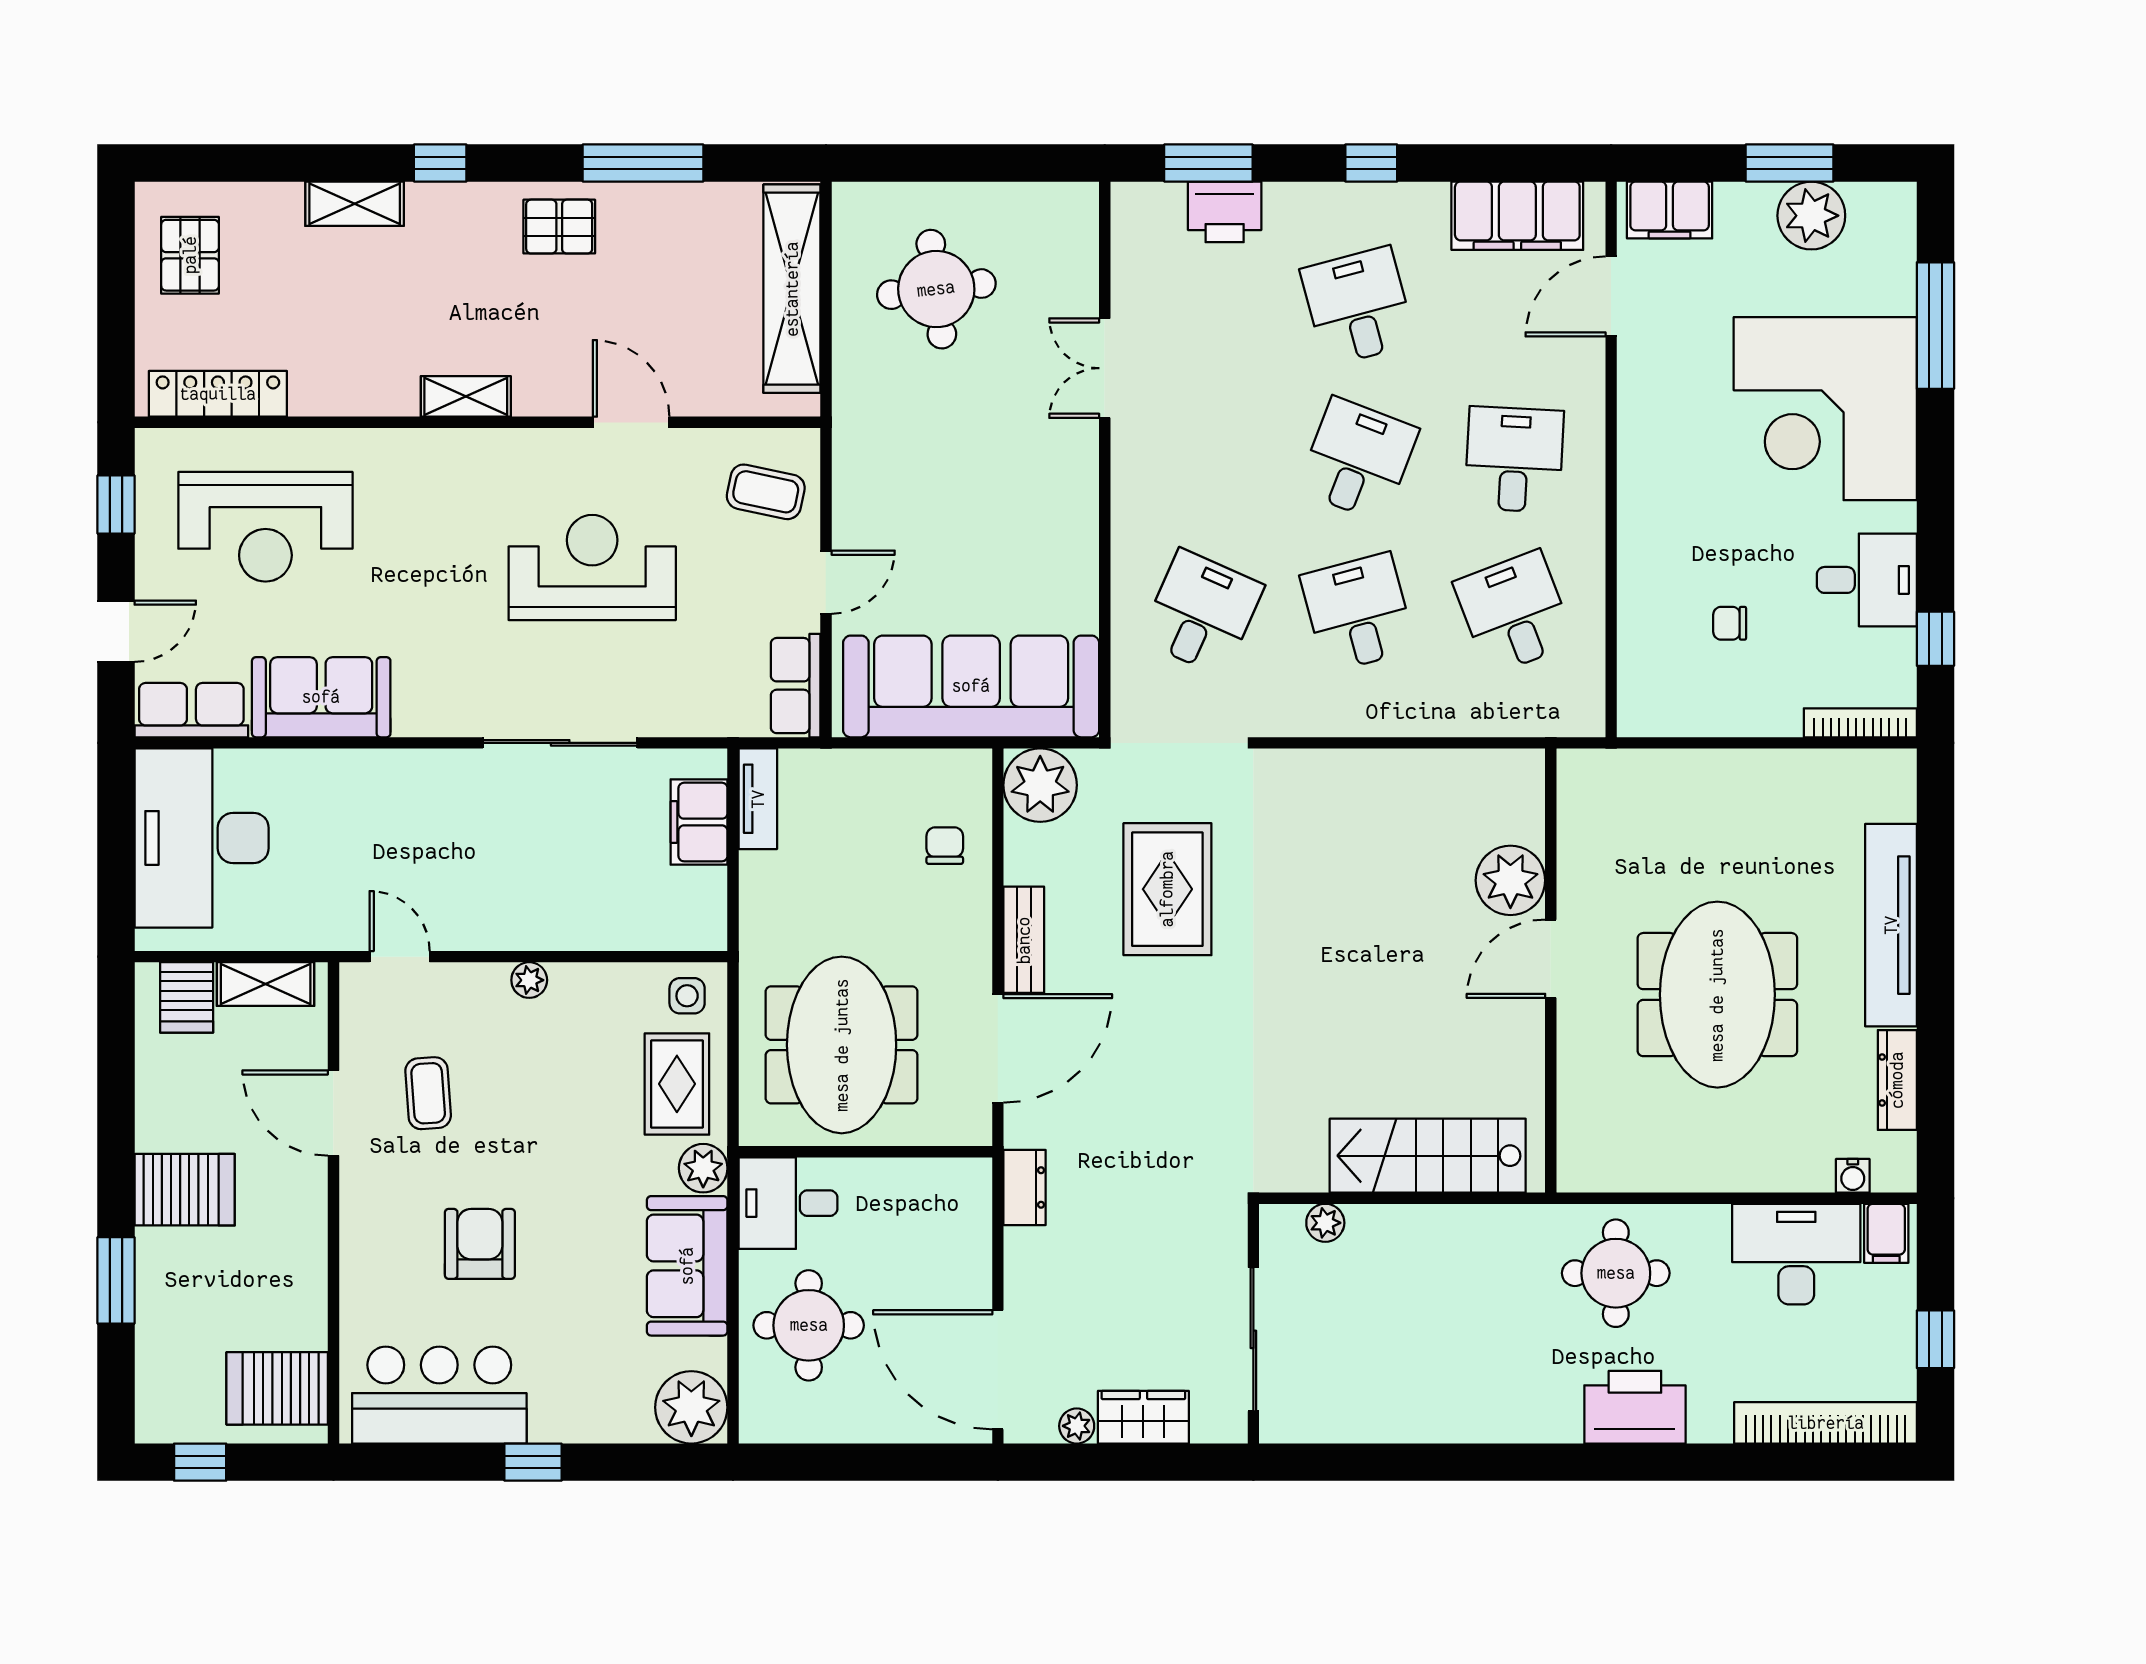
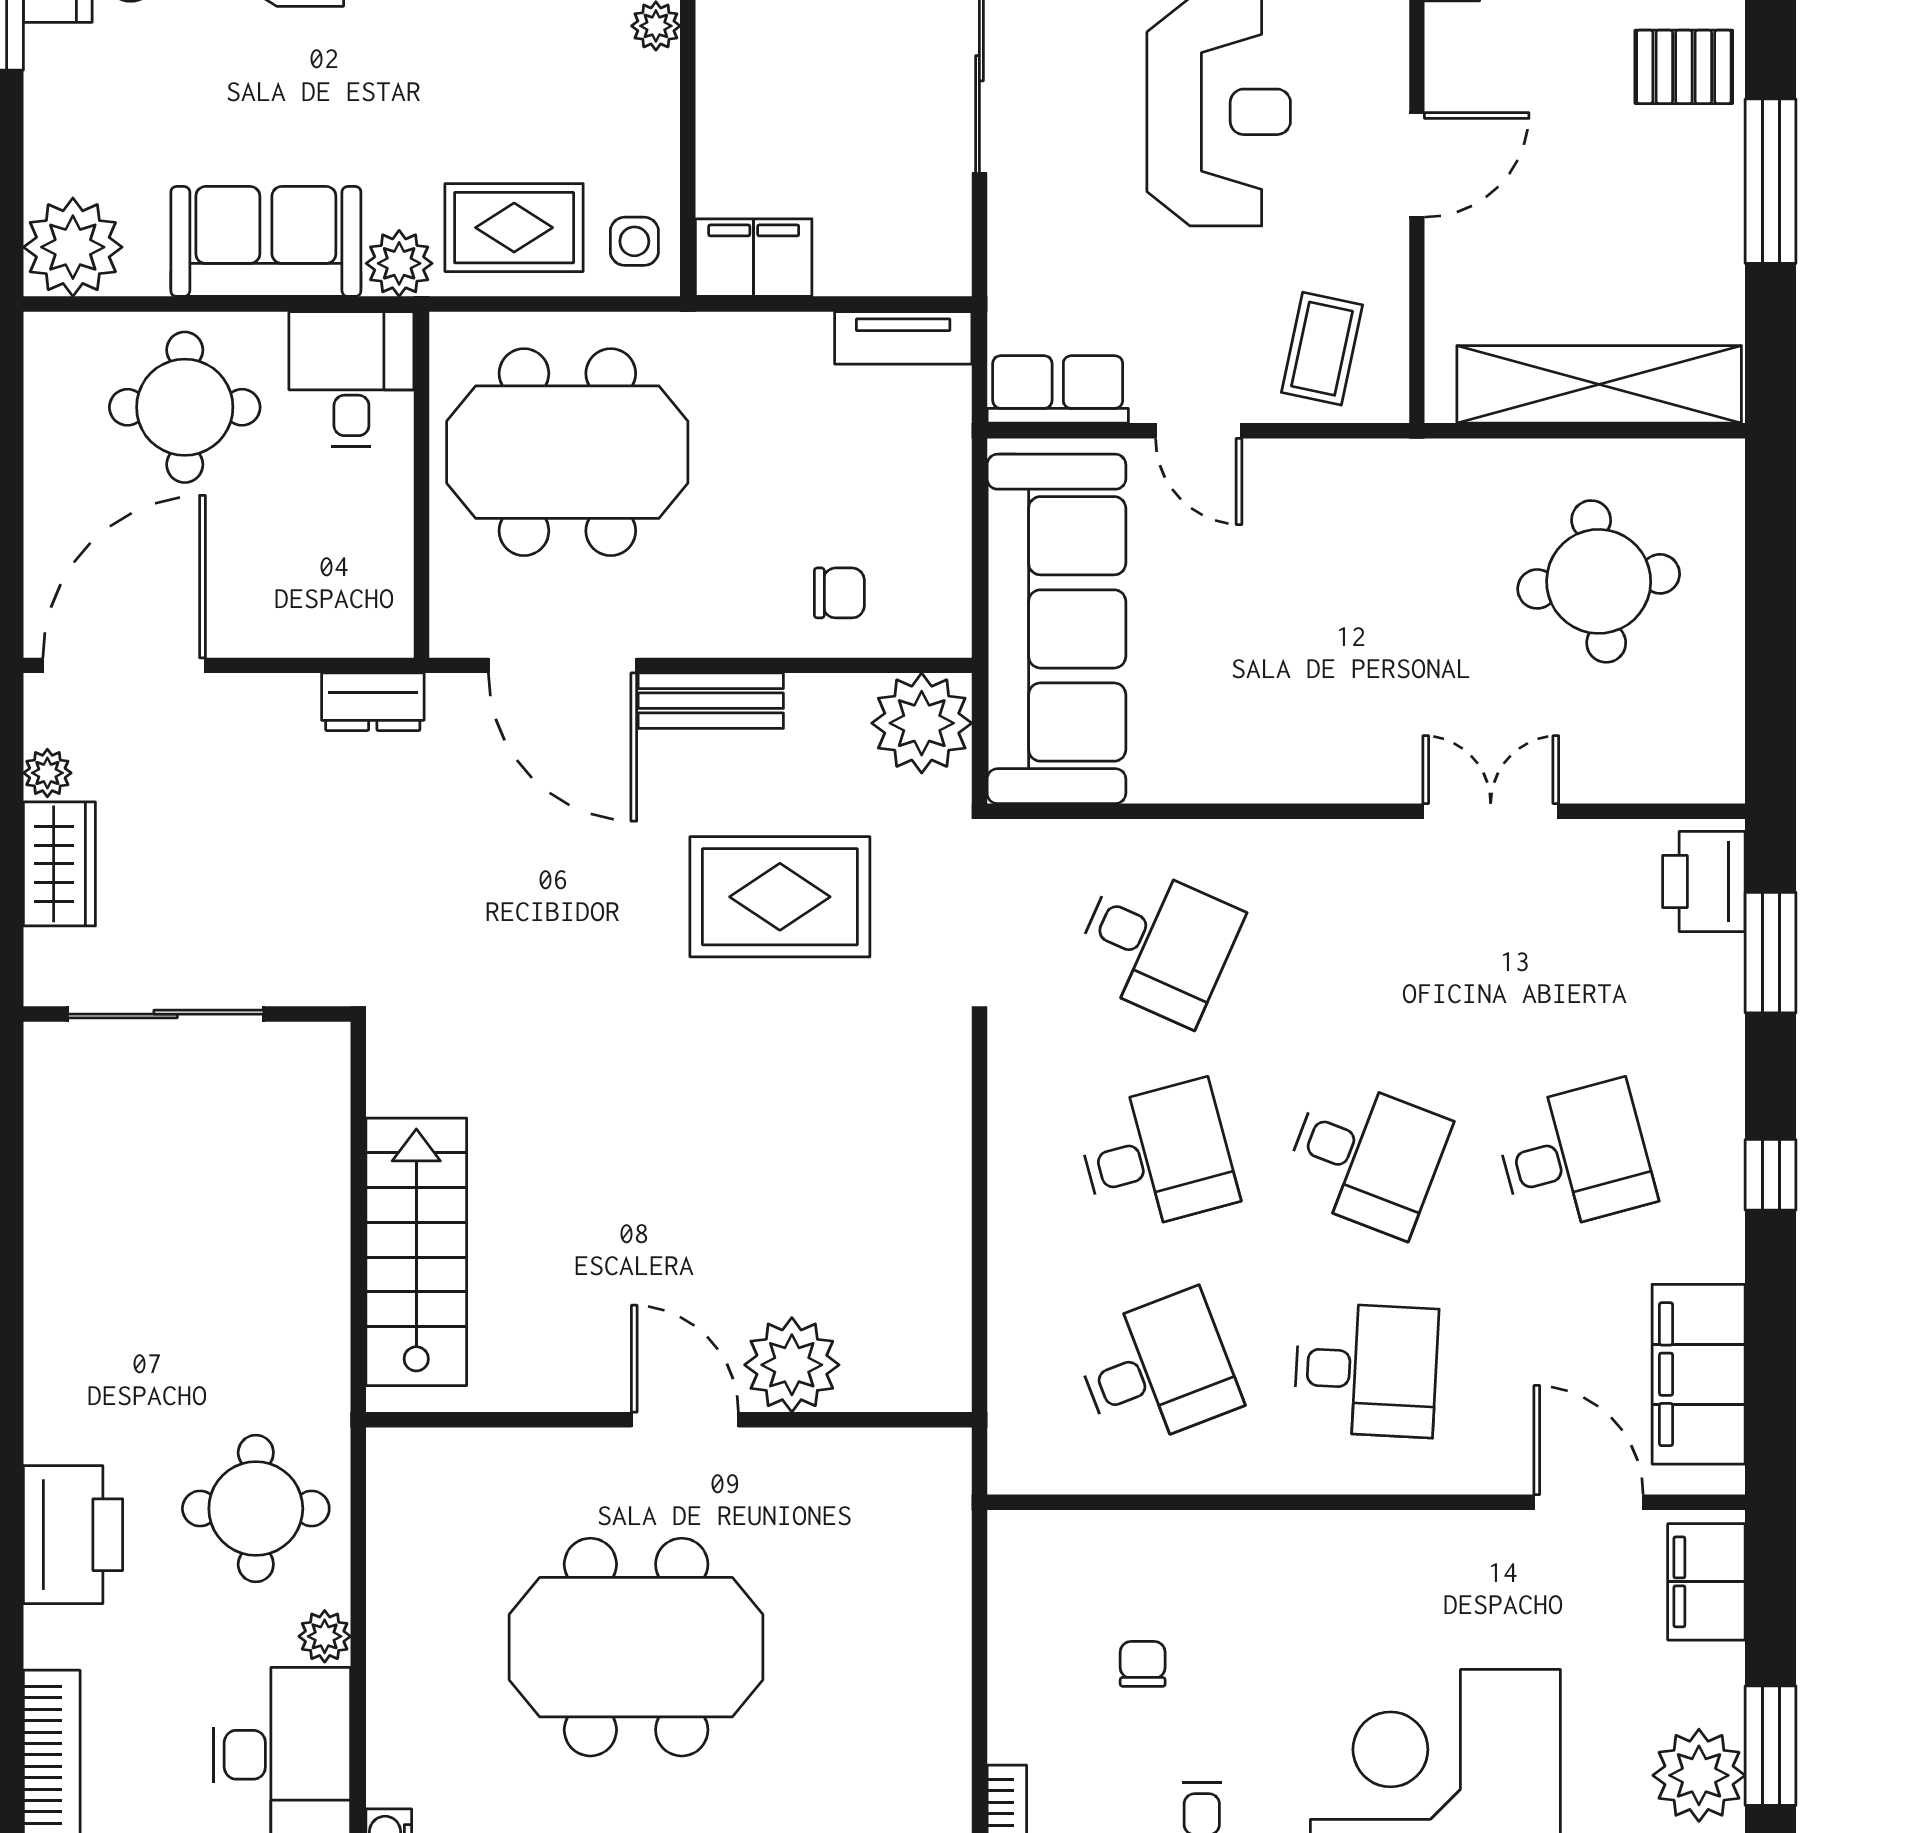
printer: (1225, 212) -> (1704, 881), moved
pallet: (559, 227) -> (1684, 67), turned 90
filing cabinet: (699, 822) -> (754, 258), moved
plant: (1325, 1223) -> (325, 1636), moved

